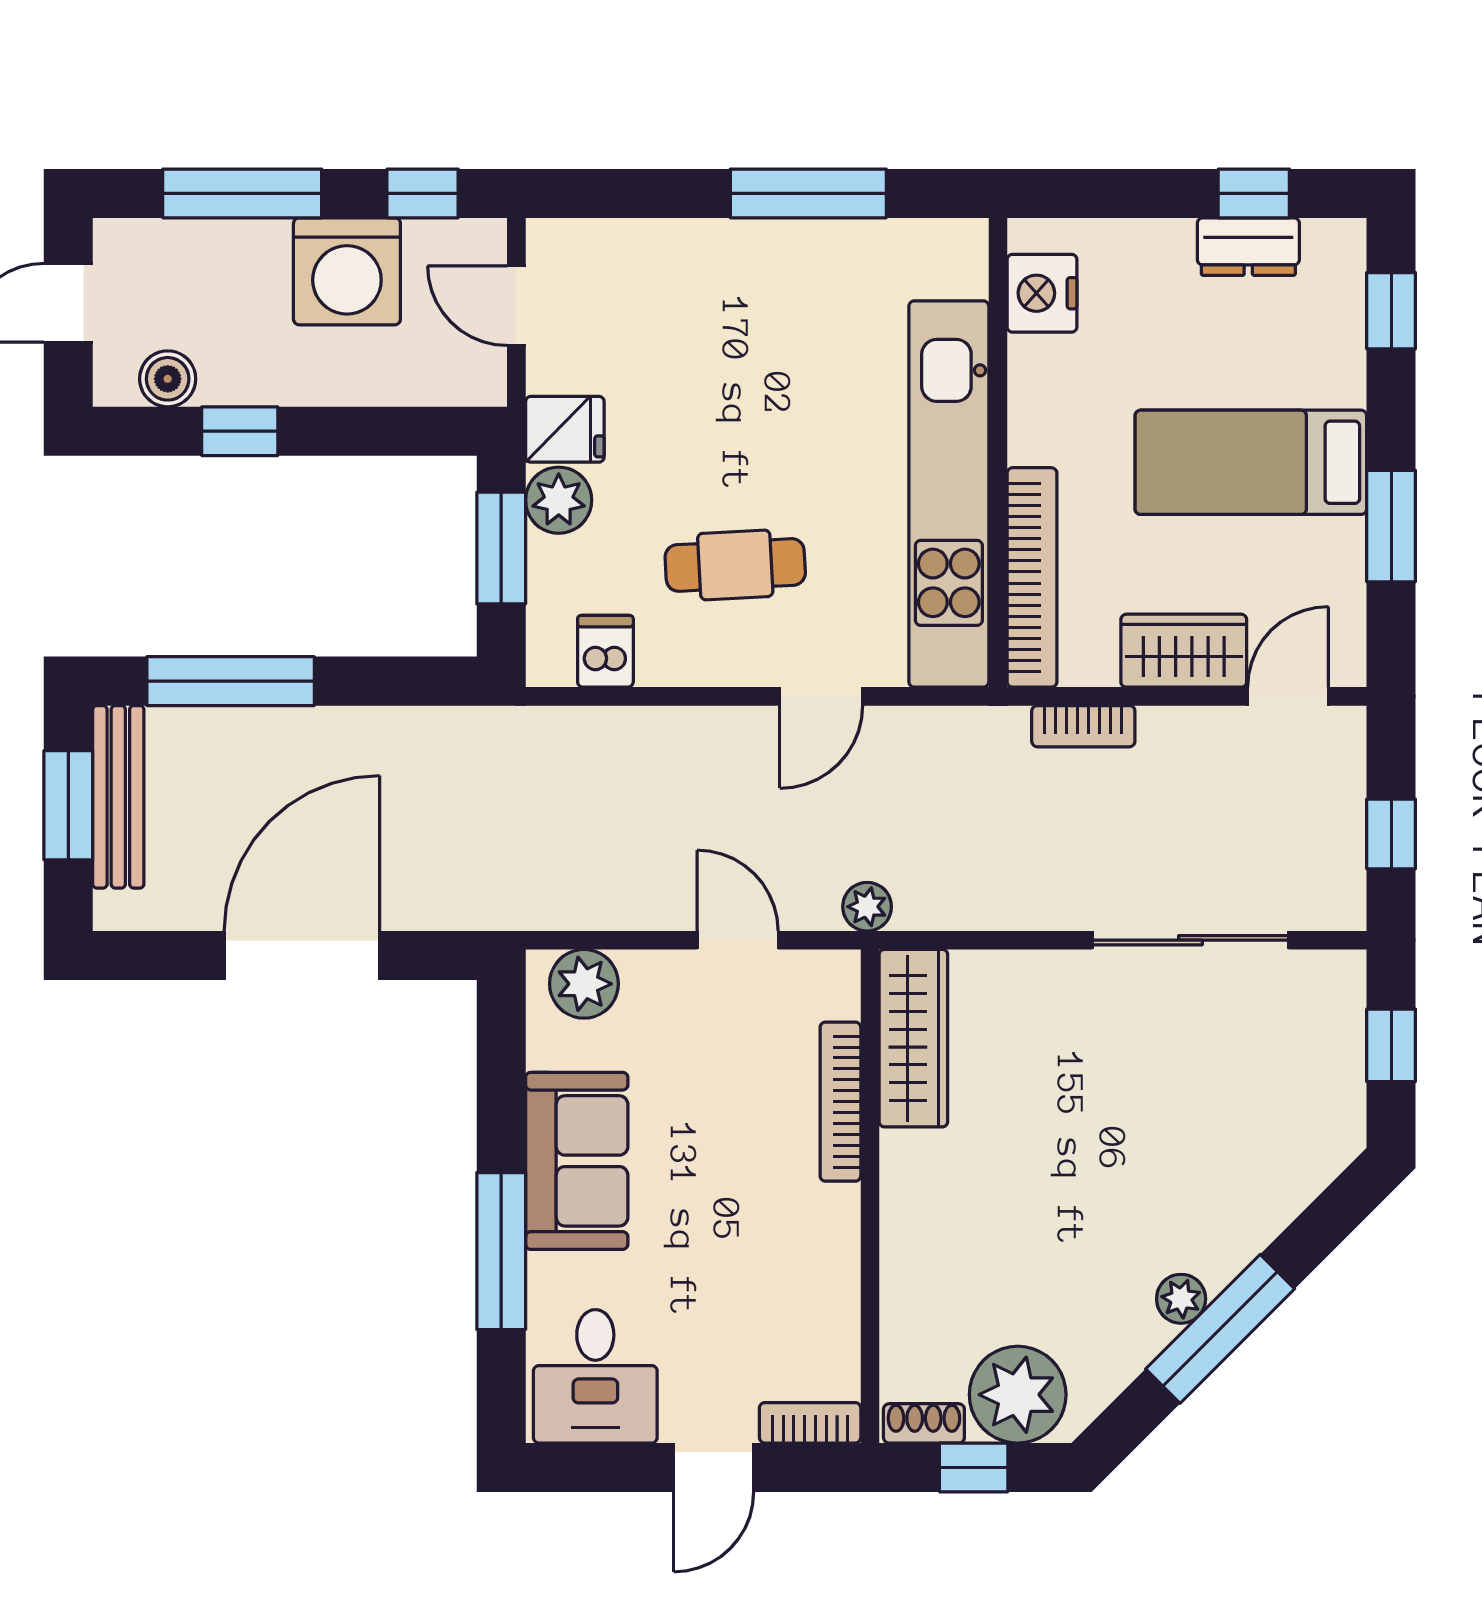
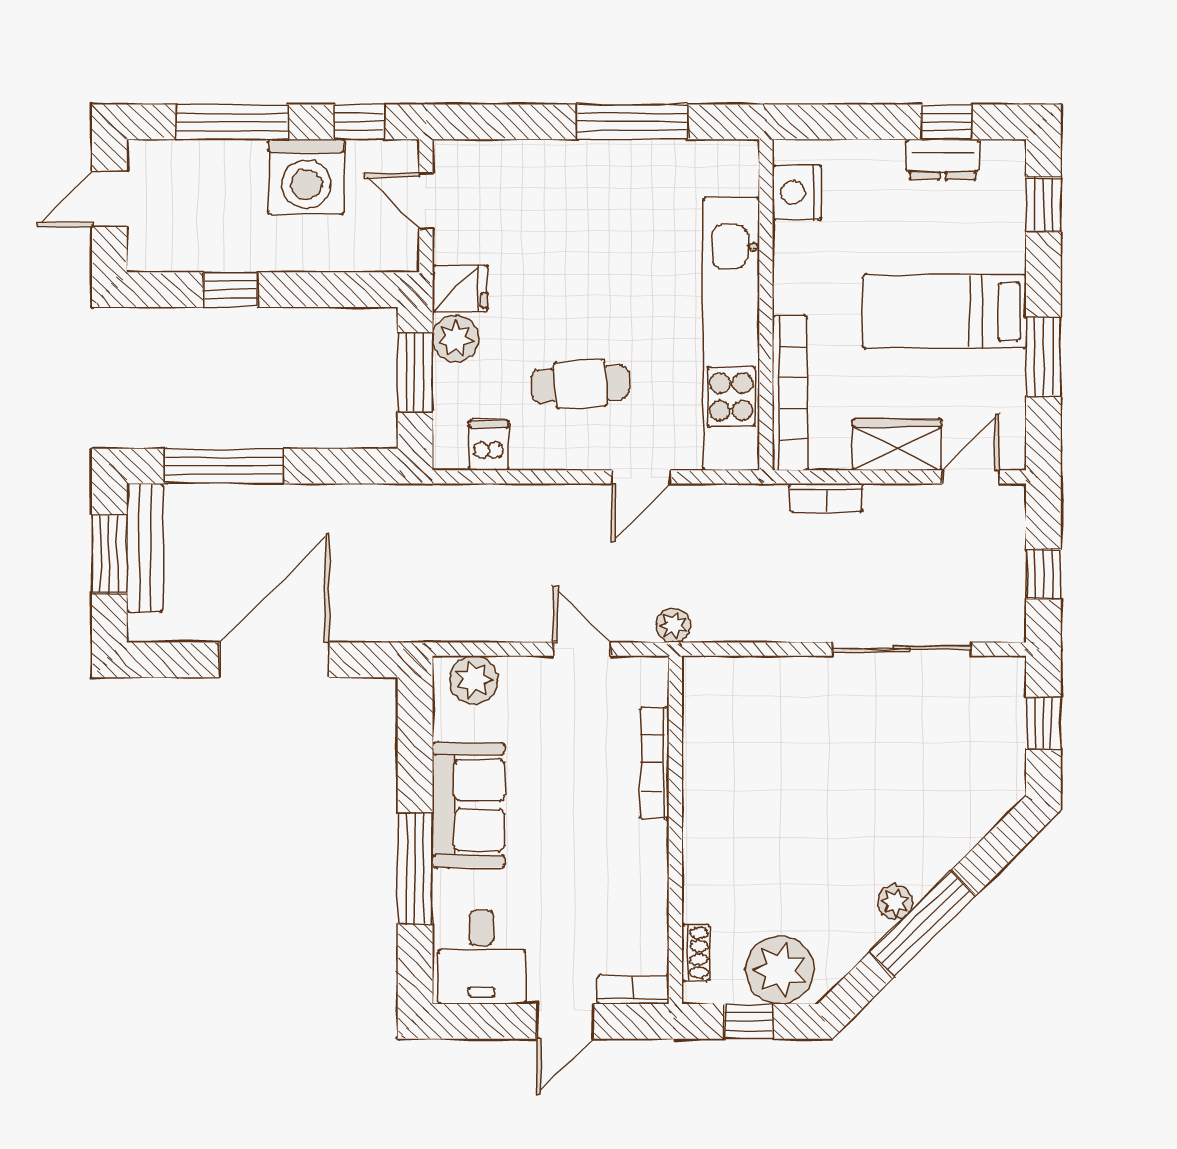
boiler: (168, 379) -> (180, 253), removed
wardrobe: (913, 1038) -> (706, 718), removed
shoe rack: (924, 1423) -> (696, 953), moved, turned 90

